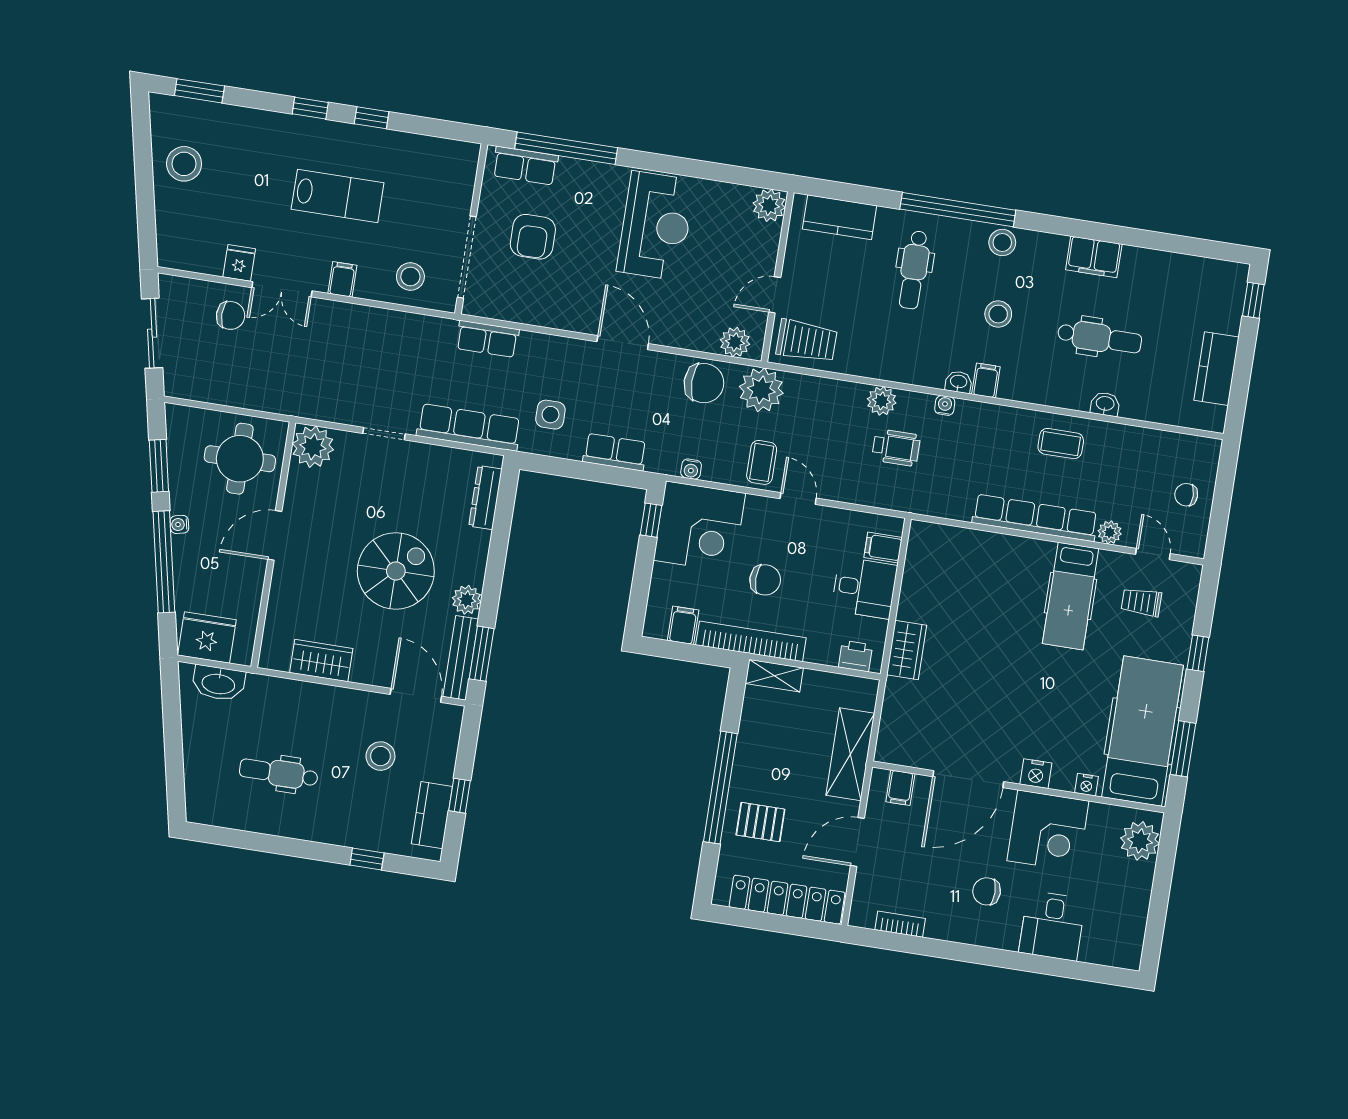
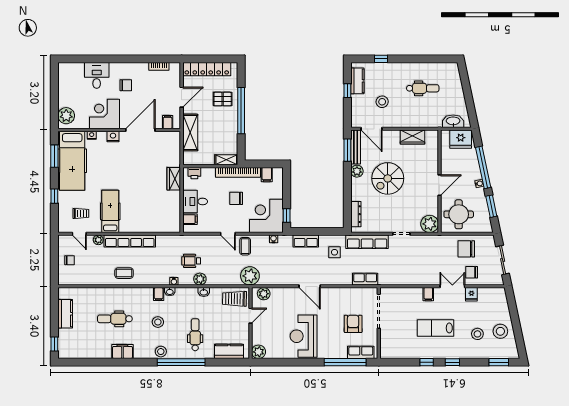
stool: (410, 277) -> (477, 334), moved
chair: (704, 383) -> (466, 249), moved
washbasin: (1105, 404) -> (204, 292), moved

